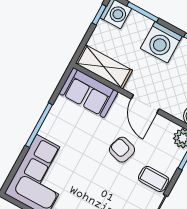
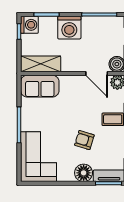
door: (145, 104) -> (97, 73), moved
armchair: (122, 150) -> (84, 140), moved

